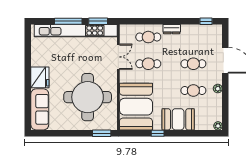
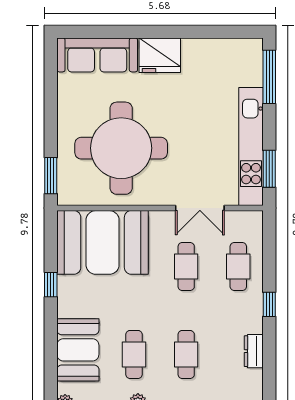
window: (68, 21) -> (269, 77), moved
window: (206, 21) -> (269, 304), moved
dresser: (172, 29) -> (254, 351), moved
kitchen unit: (76, 31) -> (251, 146), width x0.73
booth: (178, 119) -> (78, 350), moved

